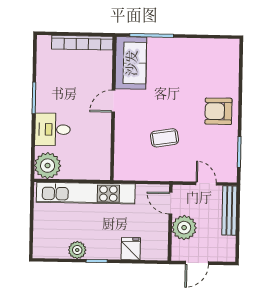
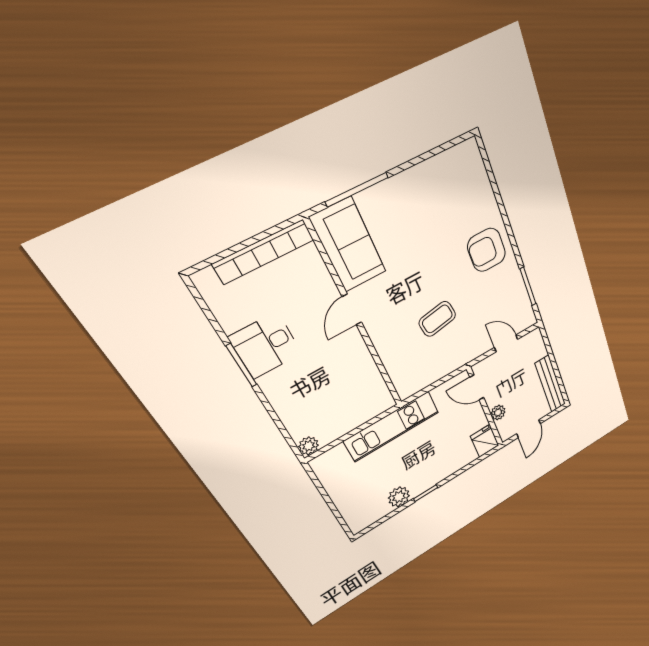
desk: (53, 129) -> (266, 345), moved
plant: (48, 166) -> (309, 446), width x0.53, depth x0.53
kitchen unit: (86, 193) -> (392, 426), width x0.73
bench: (229, 211) -> (550, 384), moved
plant: (184, 228) -> (498, 413), width x0.53, depth x0.53
fridge: (131, 249) -> (485, 441), moved

